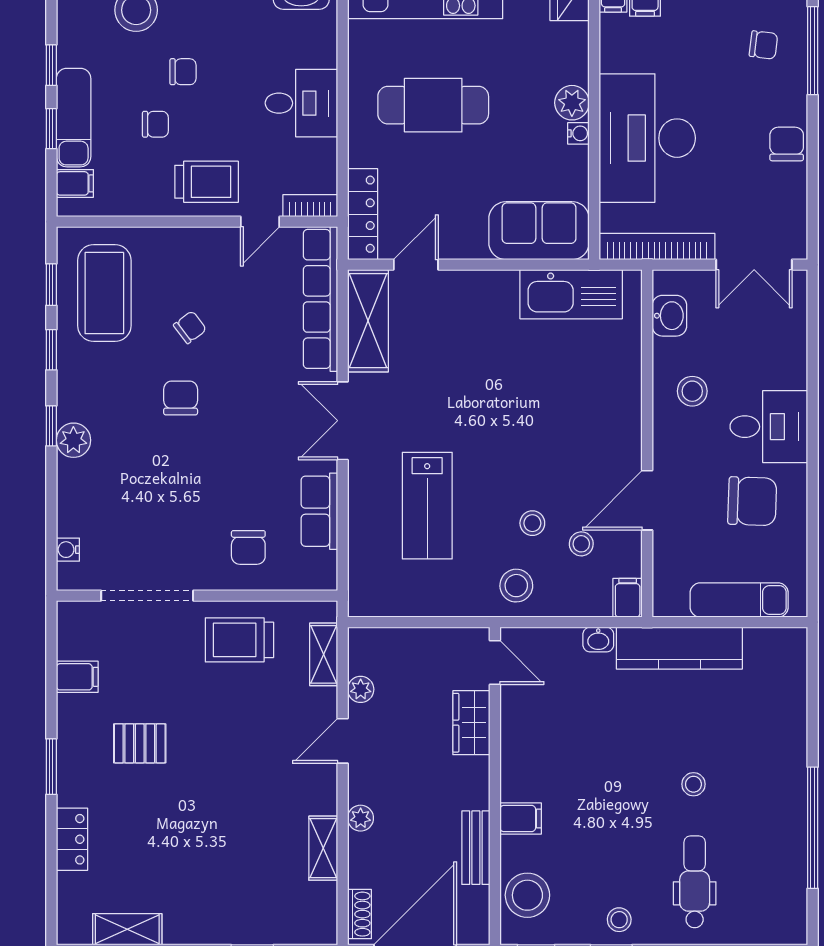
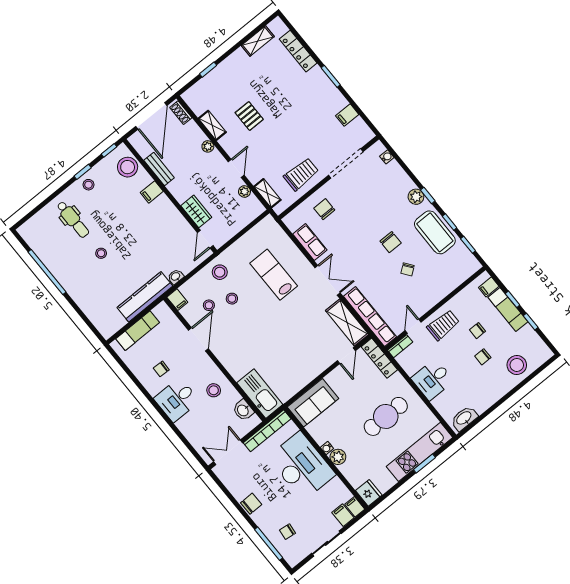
chair: (787, 144) -> (251, 504), turned -90
trolley: (207, 182) -> (443, 325), turned 180
coffee table: (104, 293) -> (435, 232), moved
kitchen sink: (571, 294) -> (260, 394), moved, turned 90
chair: (752, 501) -> (161, 369), width x0.54, depth x0.54
door: (495, 663) -> (205, 239), hinge flipped
pallet: (140, 743) -> (249, 116), moved, turned 90
locker: (72, 839) -> (298, 51), width x1.53

